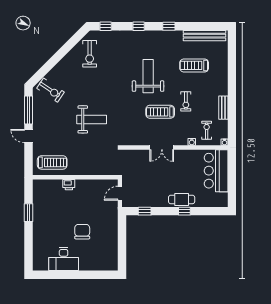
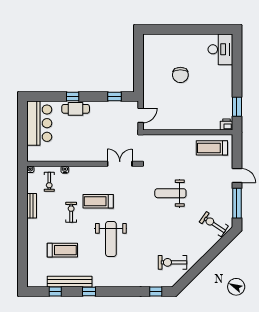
window: (139, 26) -> (55, 291), moved
bench: (204, 36) -> (70, 282), moved
exercise bike: (90, 54) -> (173, 262), turned -90
treadmill: (160, 112) -> (98, 201), turned 180
double door: (162, 147) -> (120, 164), moved
bar counter: (216, 171) -> (39, 123), moved
printer: (69, 185) -> (226, 125), moved
window: (29, 213) -> (237, 107), moved
desk: (64, 259) -> (220, 49), moved, turned 90

